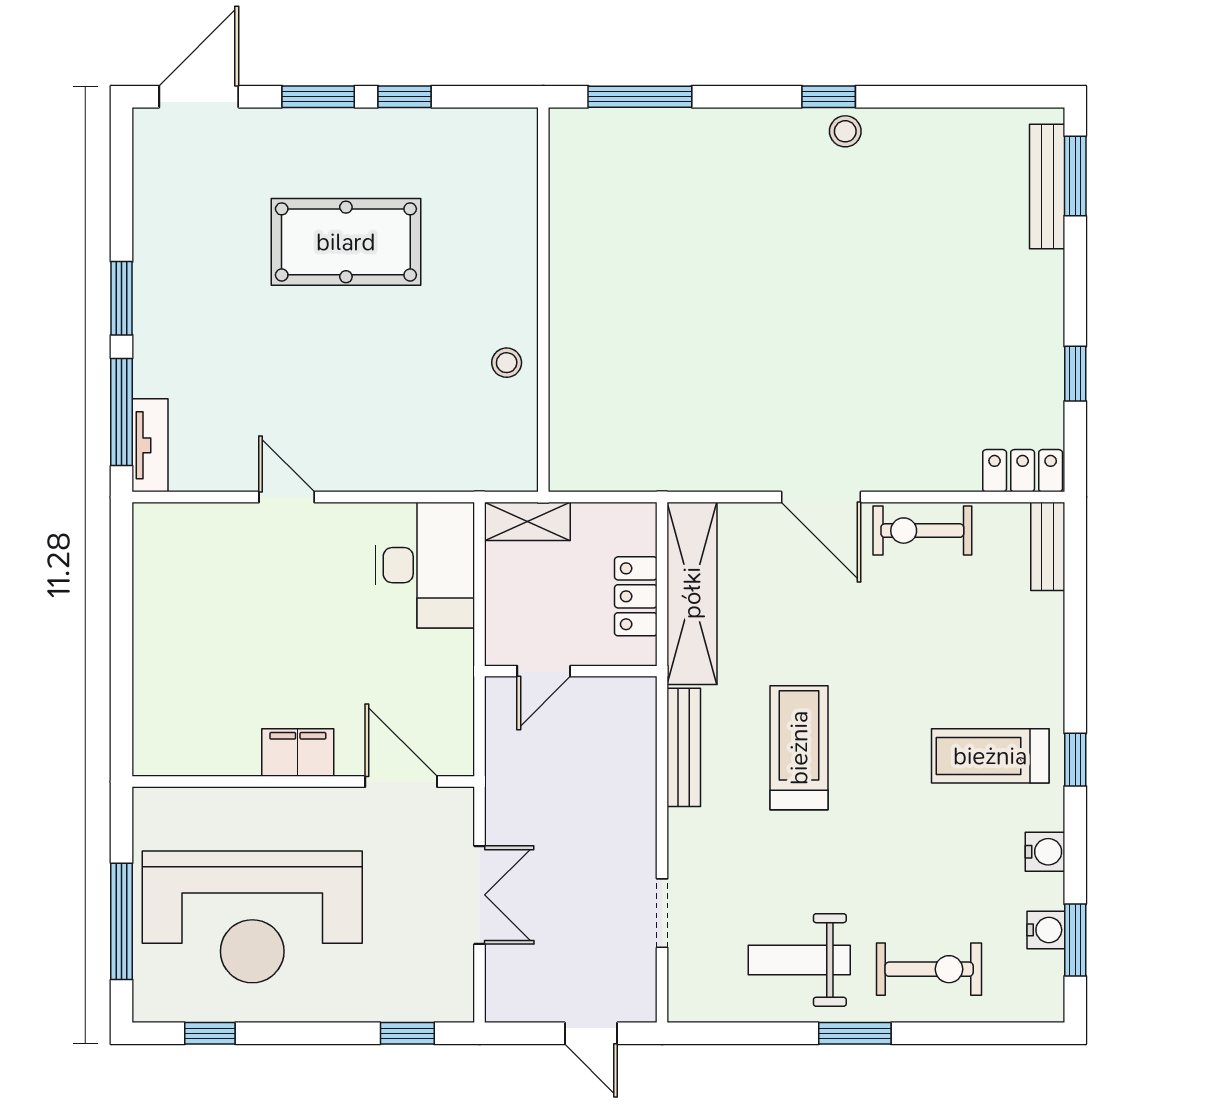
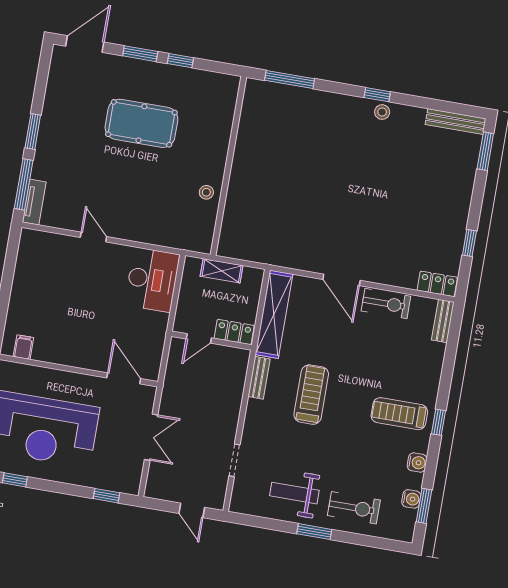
bench: (1047, 187) -> (456, 122), moved, turned 90
shelving: (527, 521) -> (222, 271), moved
exercise bike: (922, 531) -> (386, 304), turned 180
locker: (636, 596) -> (234, 332), moved, turned 90
bench: (684, 747) -> (259, 378), width x0.73
filing cabinet: (298, 753) -> (23, 347), moved, width x0.50

